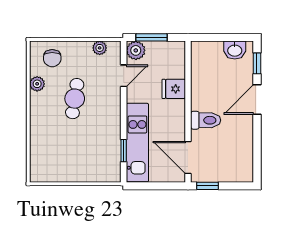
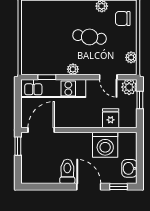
window: (151, 37) -> (140, 100), width x0.67
washing machine: (206, 80) -> (105, 145), added
fridge: (174, 89) -> (111, 118), moved
plant: (114, 119) -> (73, 69), added
toilet: (206, 120) -> (67, 171), moved, turned 180

